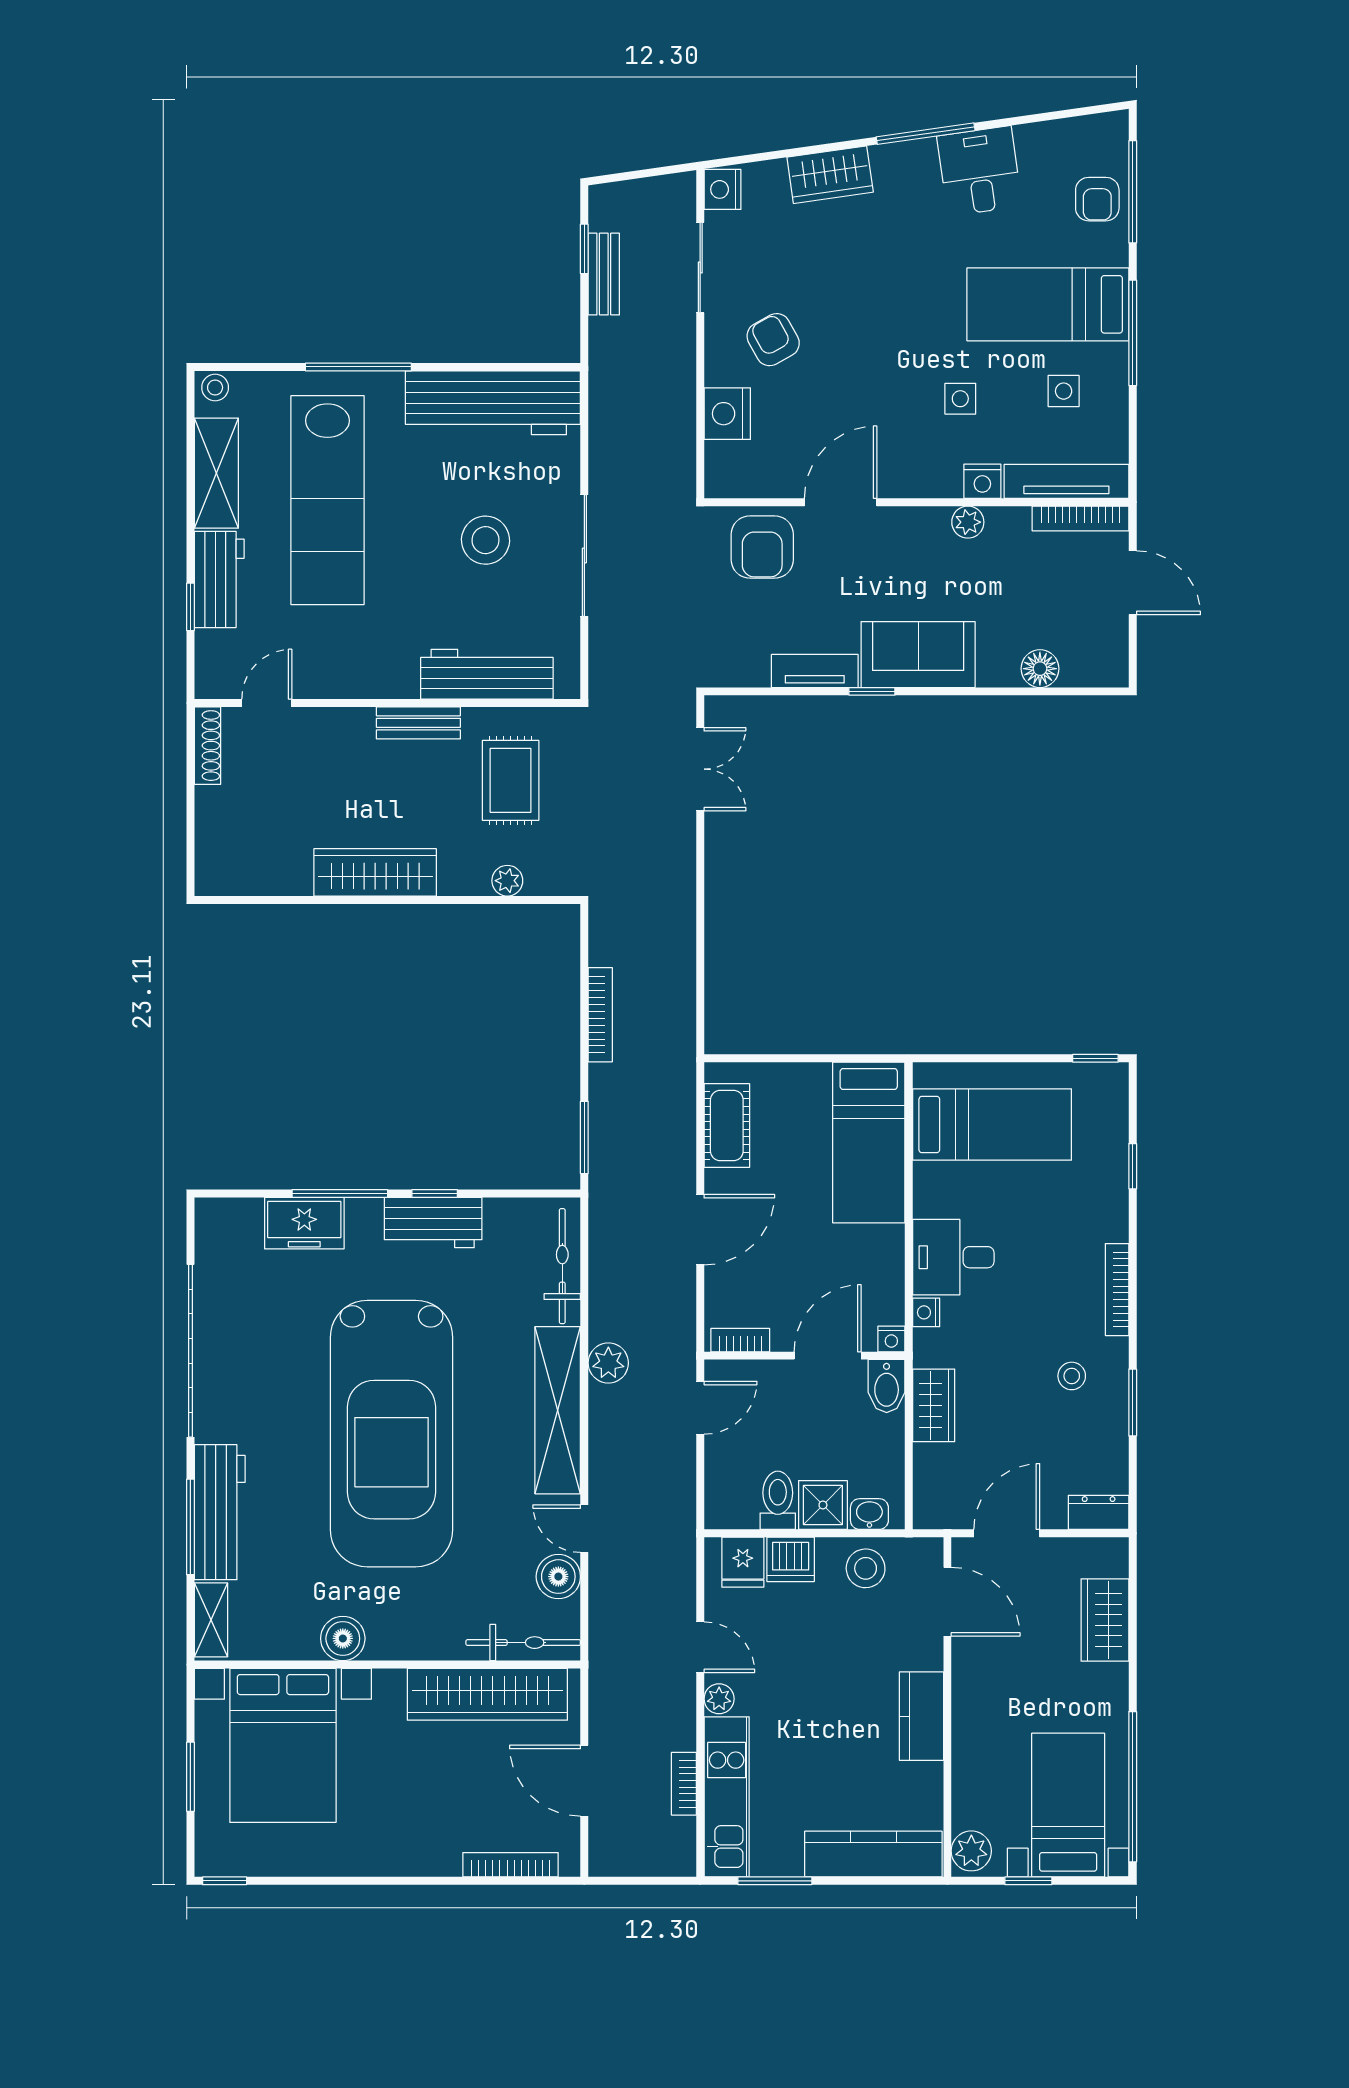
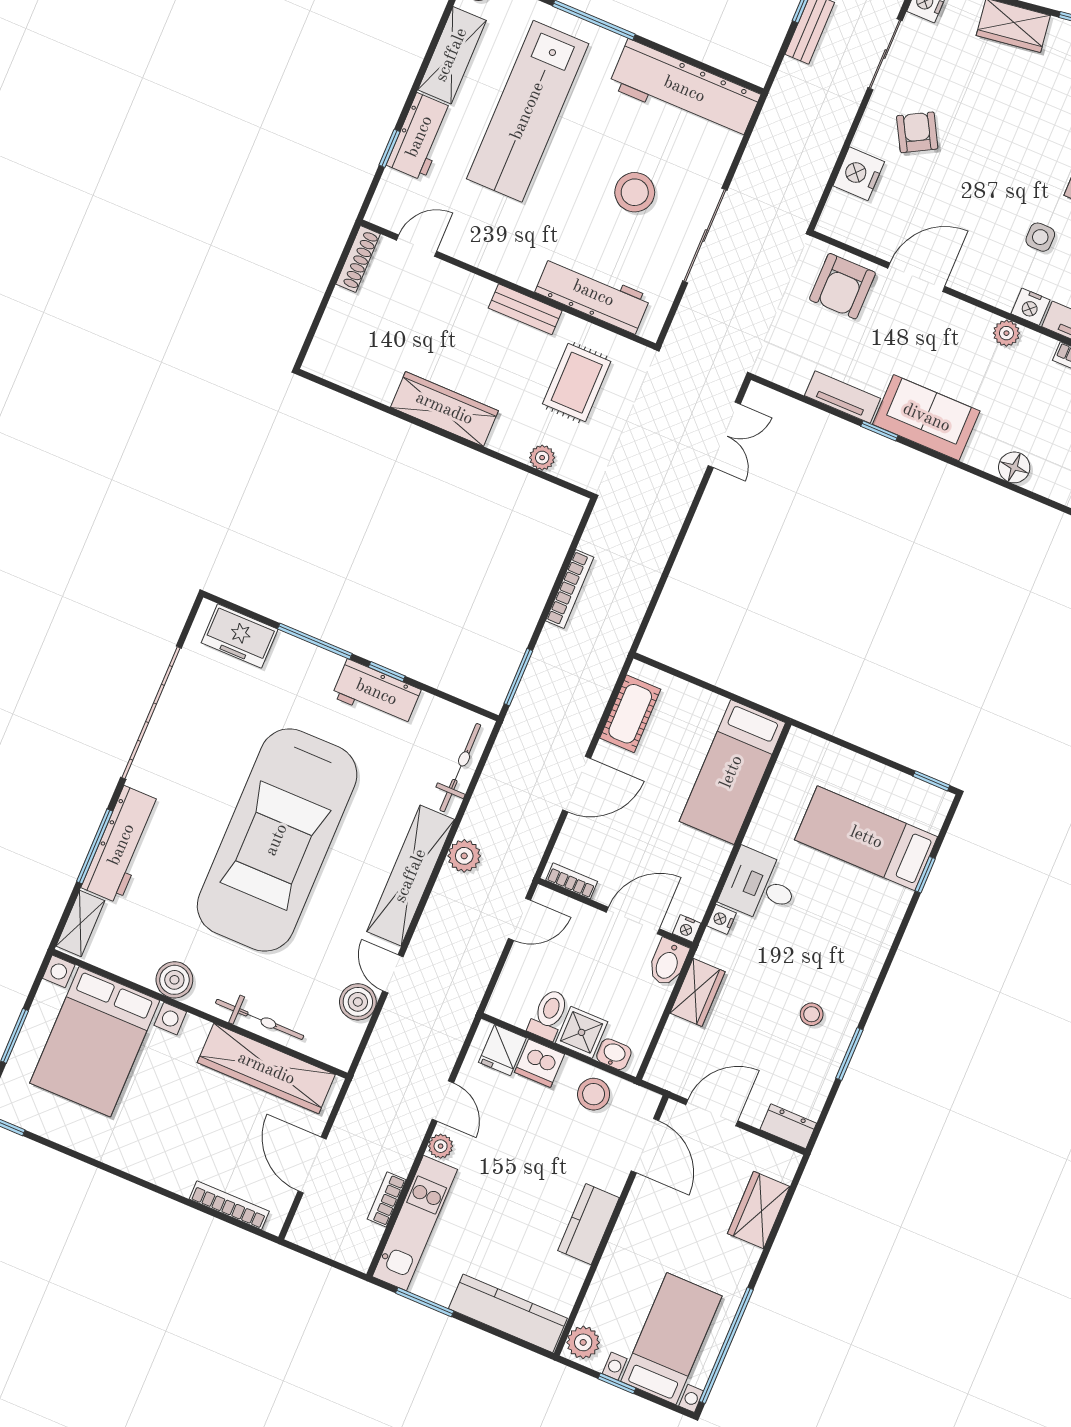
bed: (992, 1125) -> (866, 838), moved, turned 180
freezer: (304, 1223) -> (240, 636), moved
bookcase: (1117, 1290) -> (874, 963), removed
bicycle: (523, 1643) -> (260, 1019), moved

